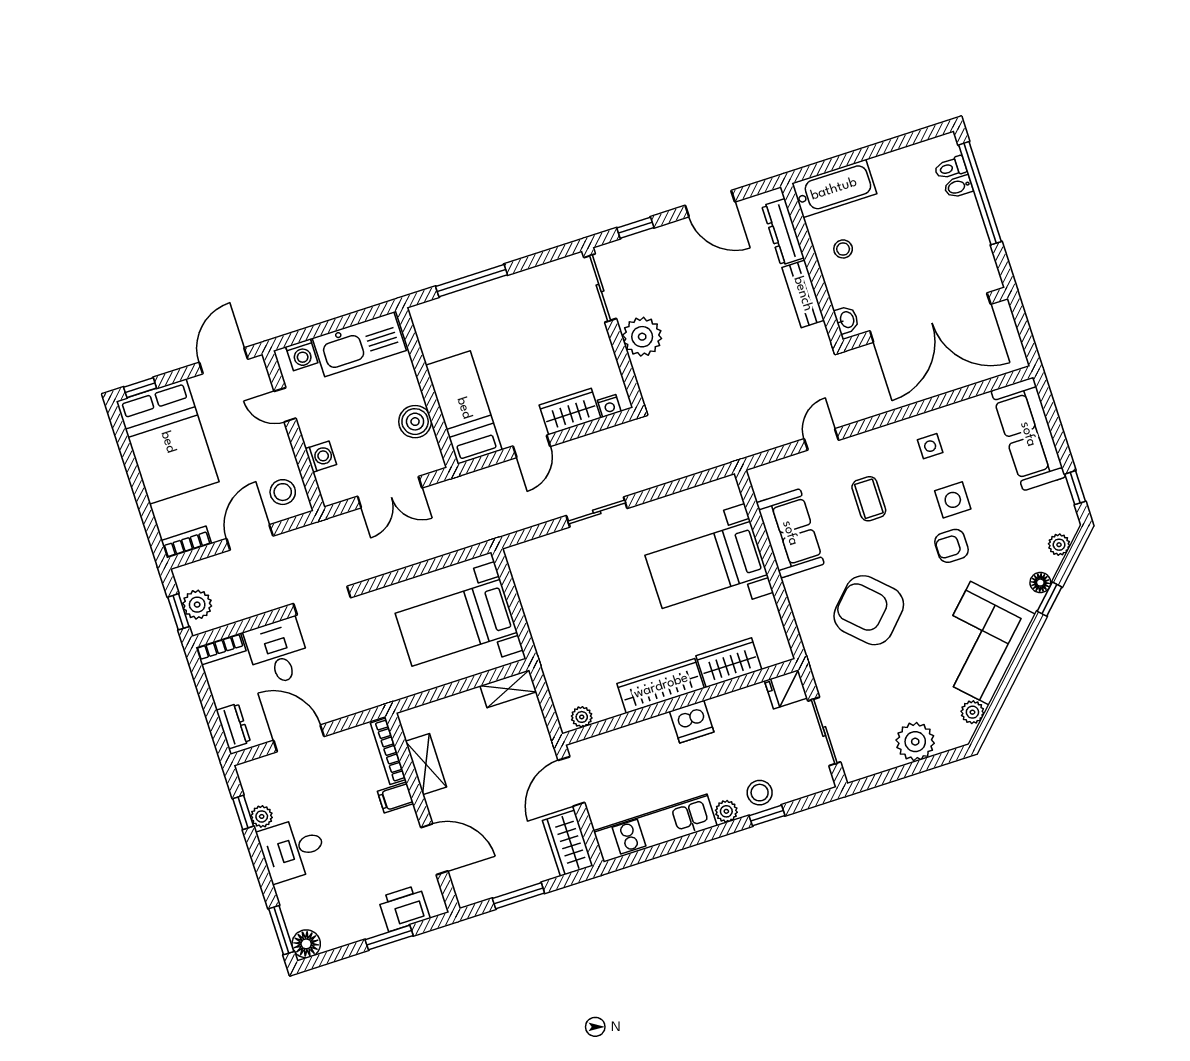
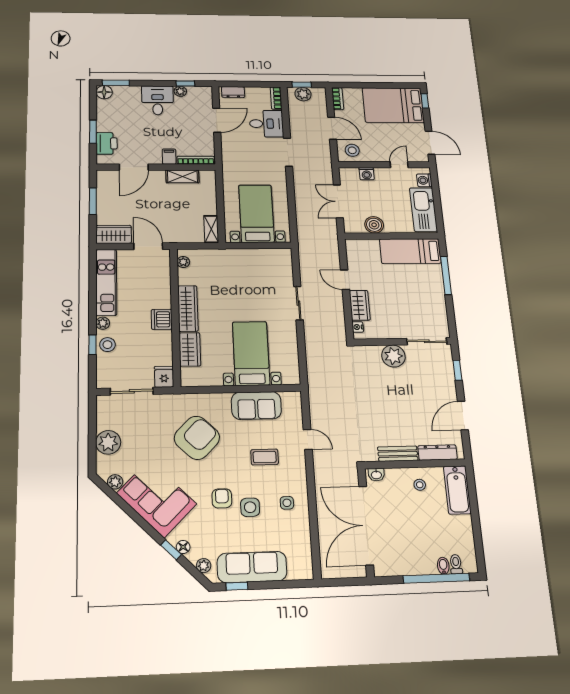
bed: (464, 408) -> (410, 251), moved, turned 180
sofa: (1028, 434) -> (252, 567), moved

